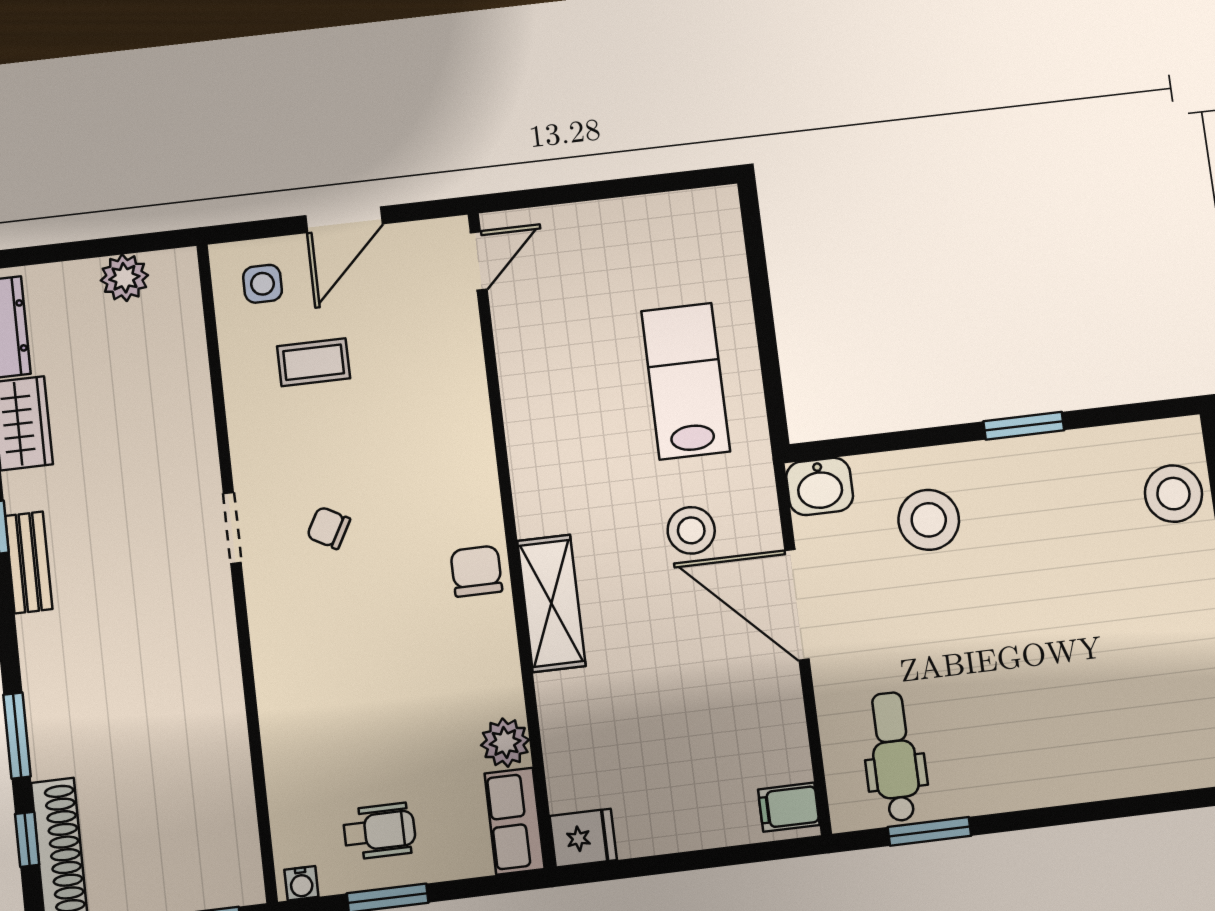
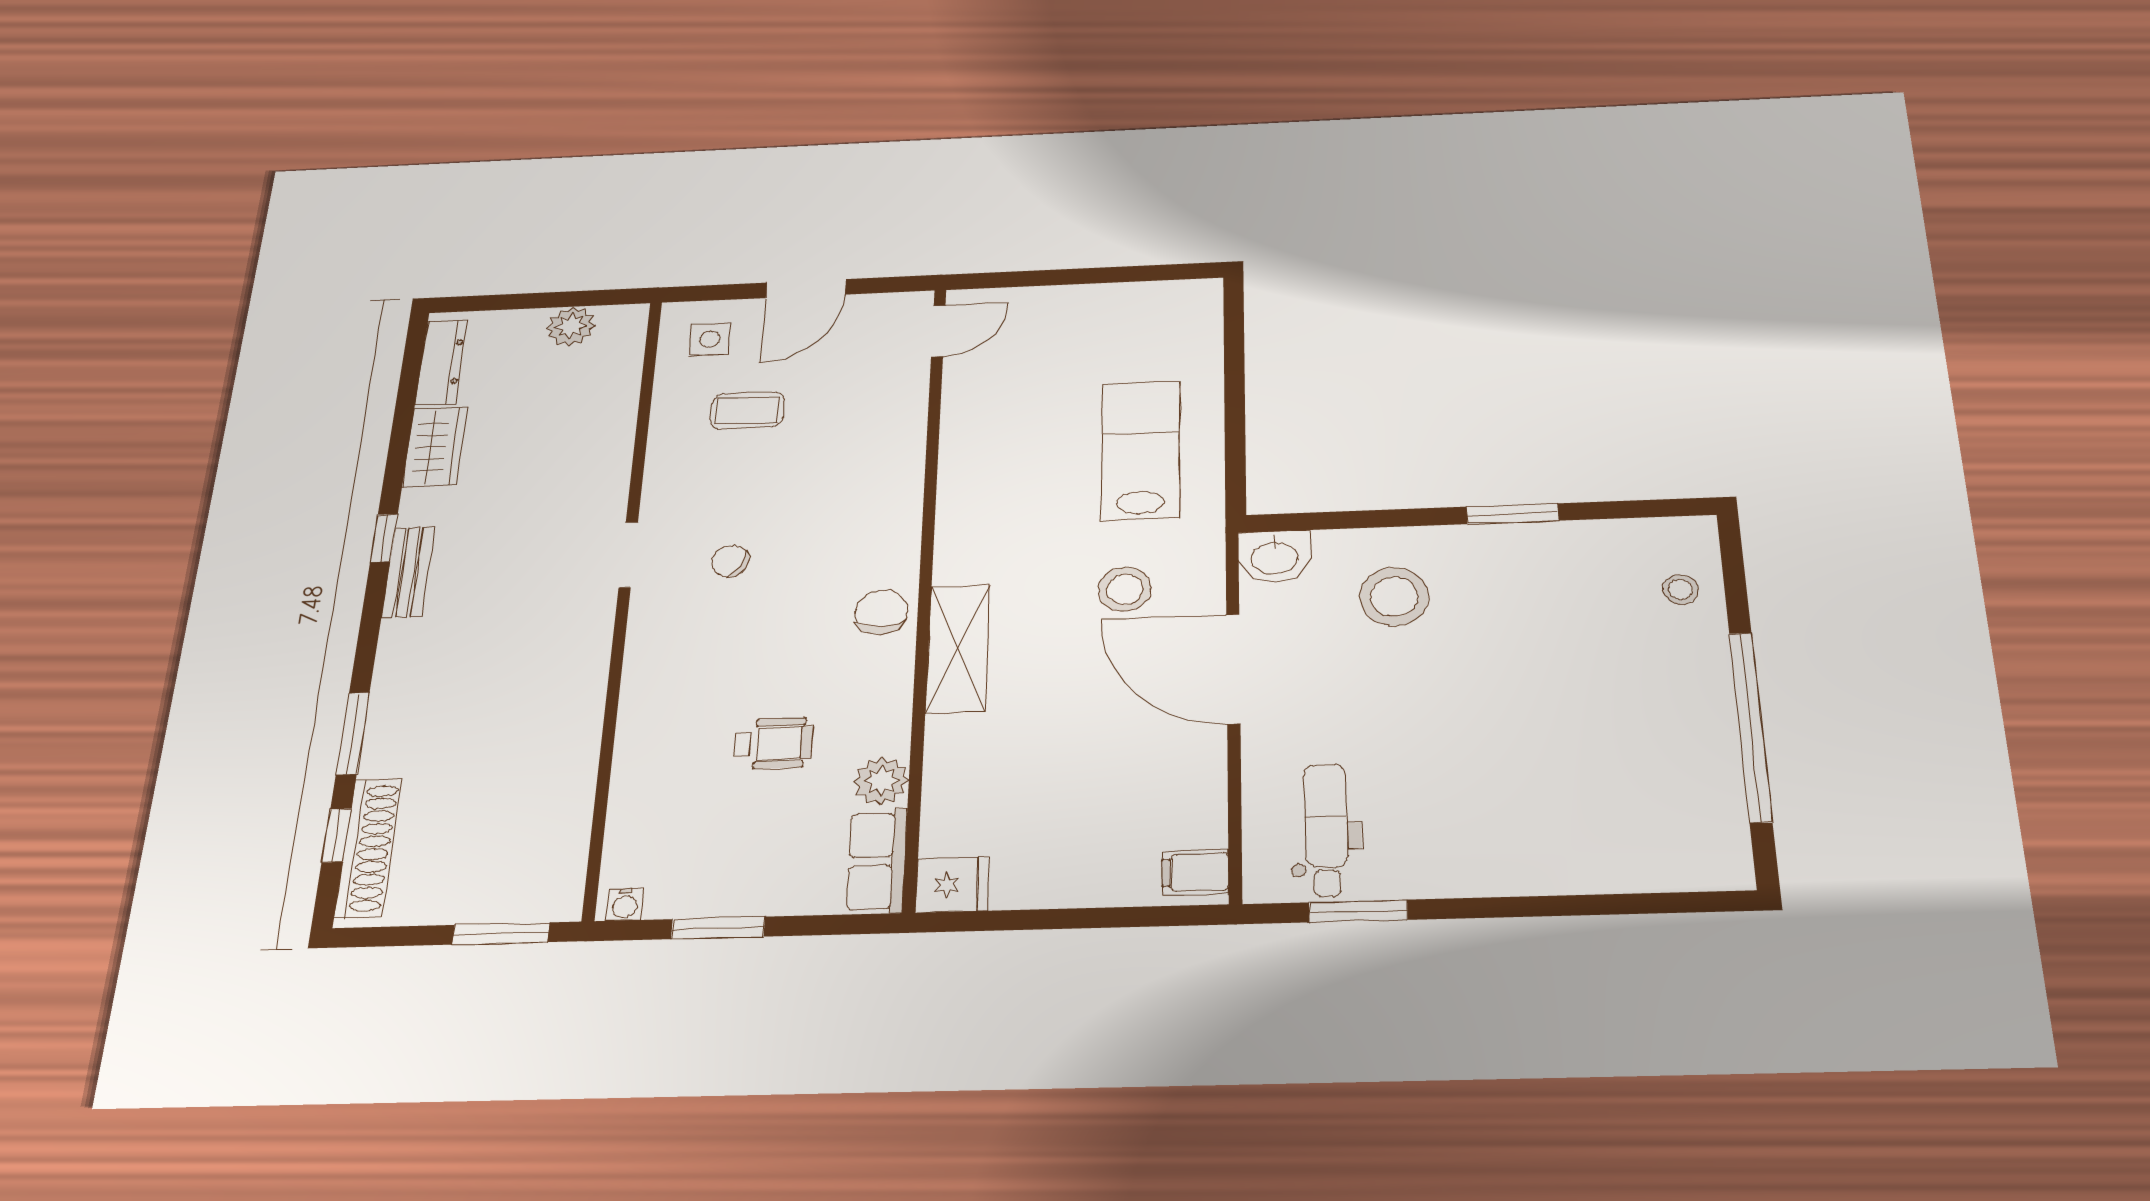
stool: (1173, 494) -> (1680, 589), width x0.53, depth x0.53
wheelchair: (379, 831) -> (774, 743), moved

